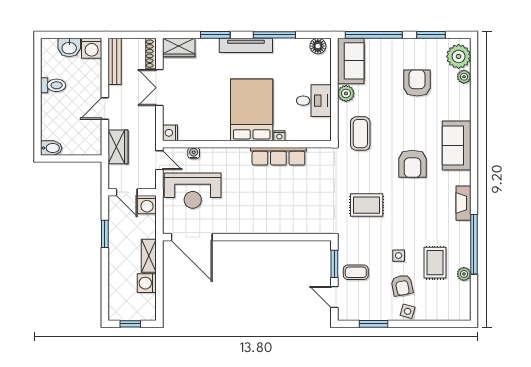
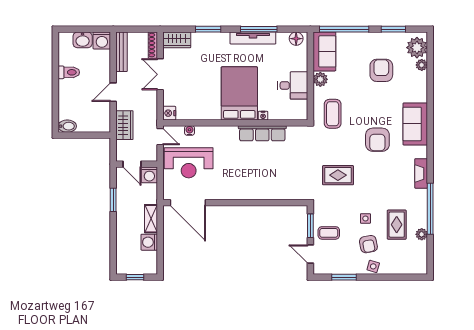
tv unit: (246, 45) -> (253, 38), moved

